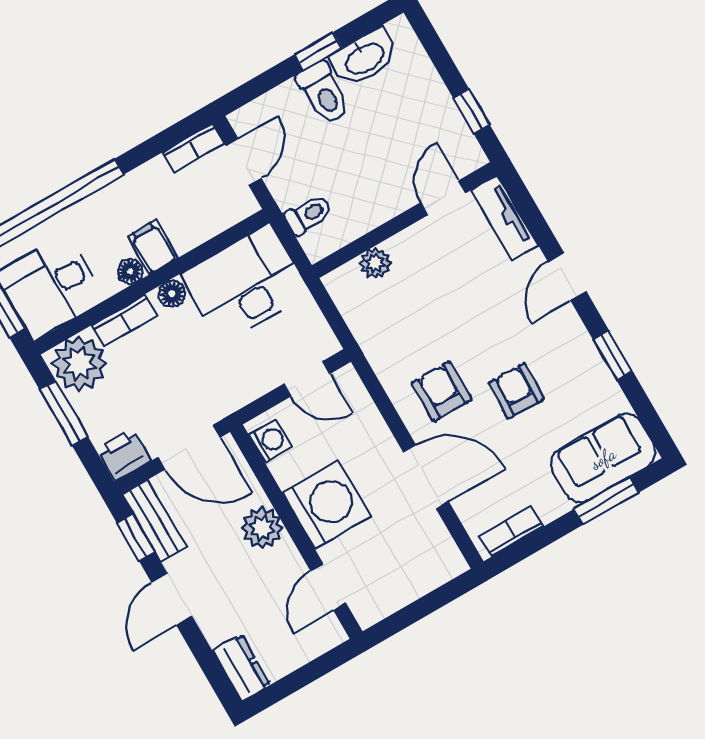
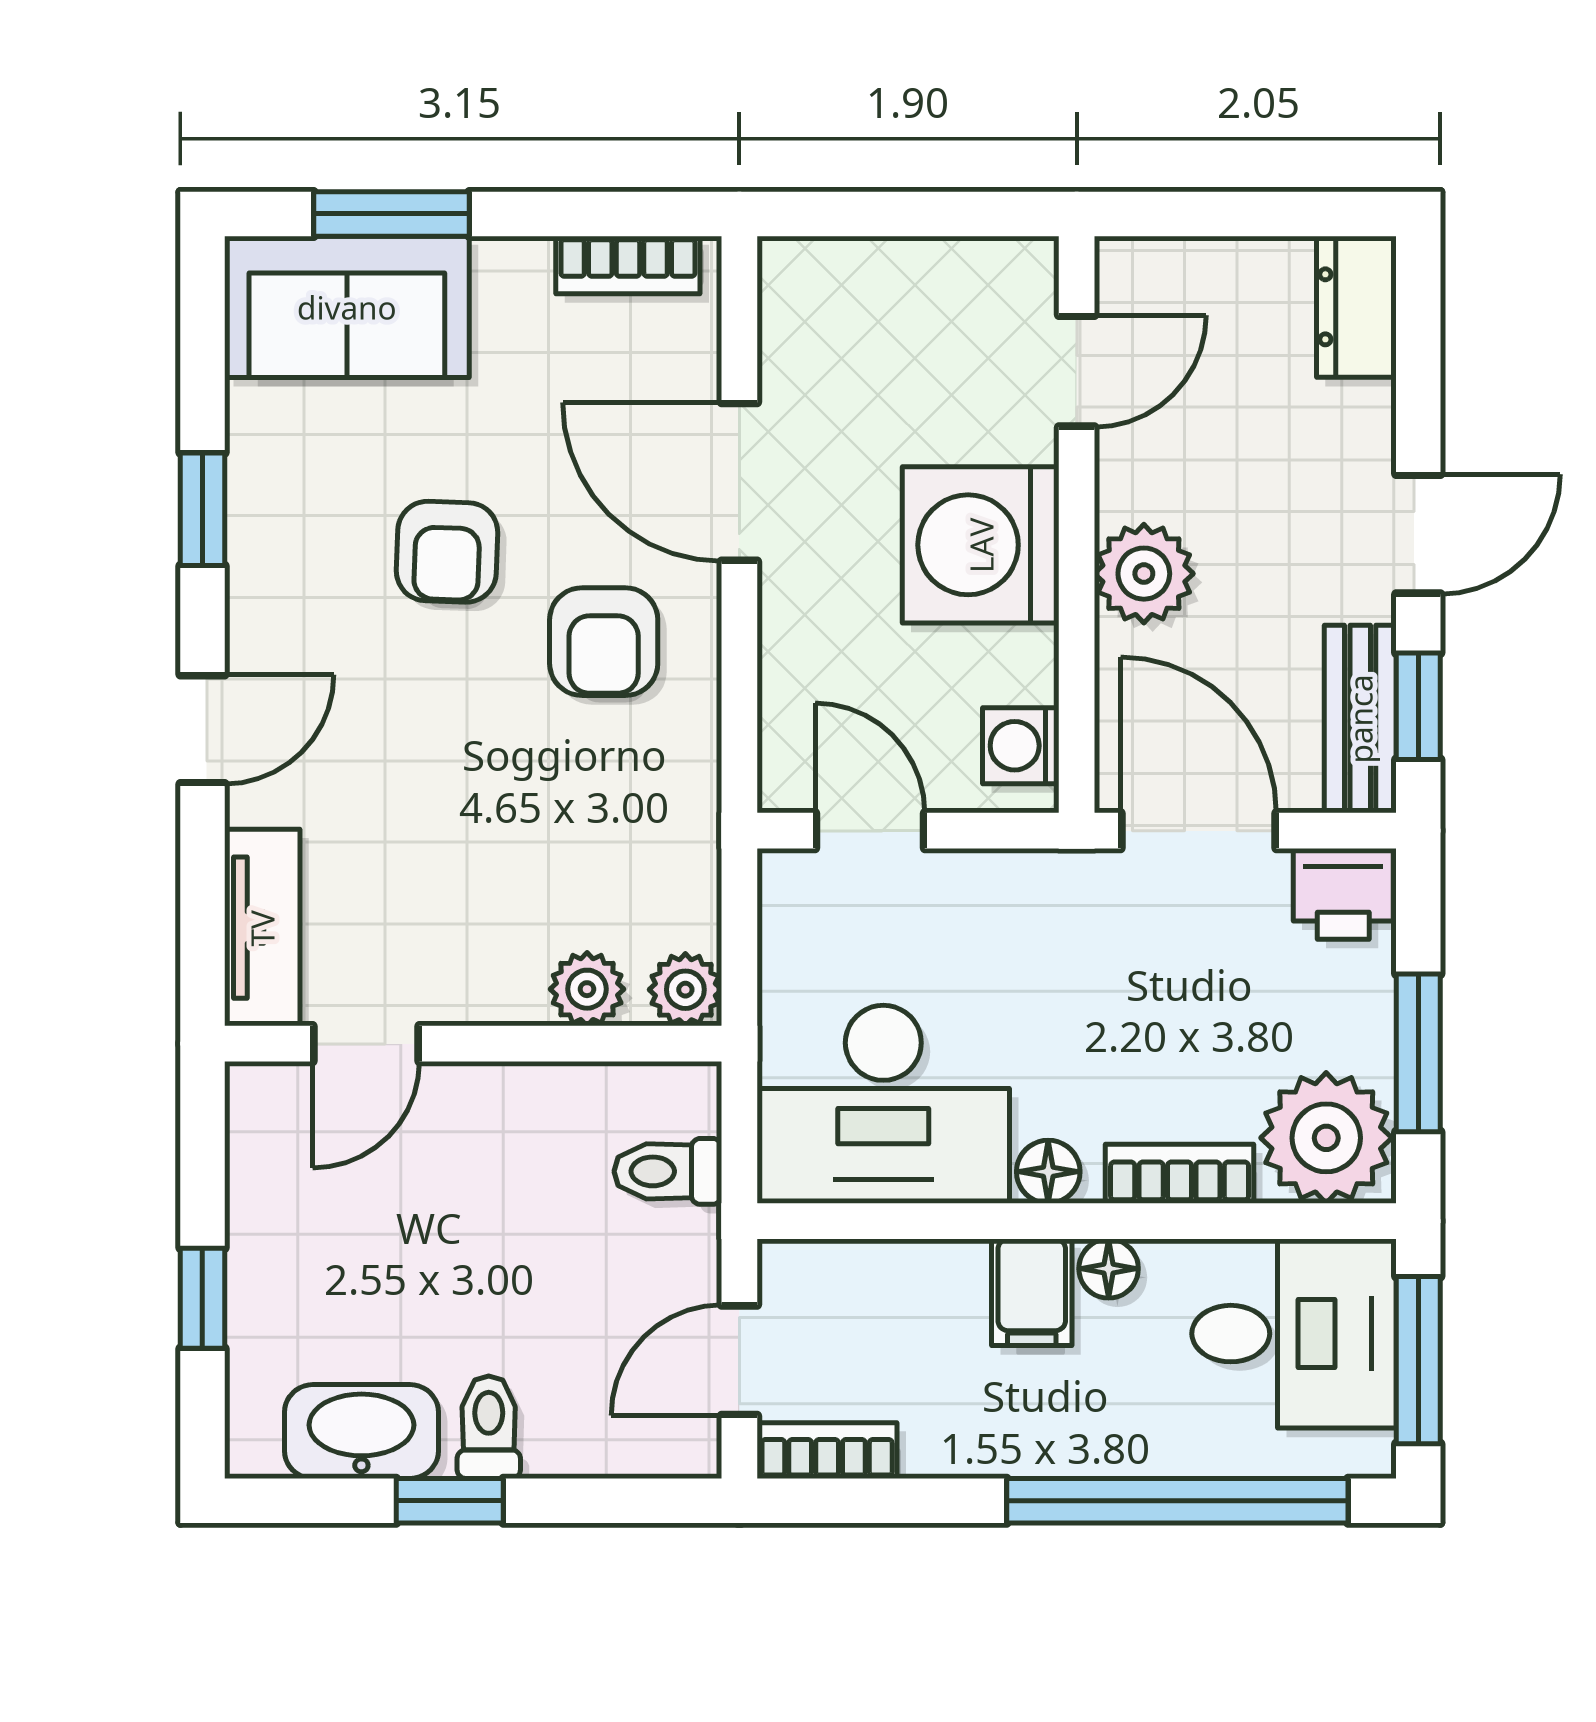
toilet: (324, 93) -> (489, 1427), width x0.73, depth x0.72
window: (471, 111) -> (202, 1298), moved
plant: (340, 284) -> (685, 990), added

